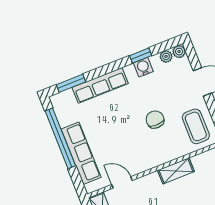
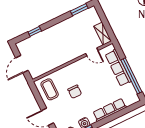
window: (71, 83) -> (127, 110), removed
shelving: (176, 171) -> (60, 61), removed

